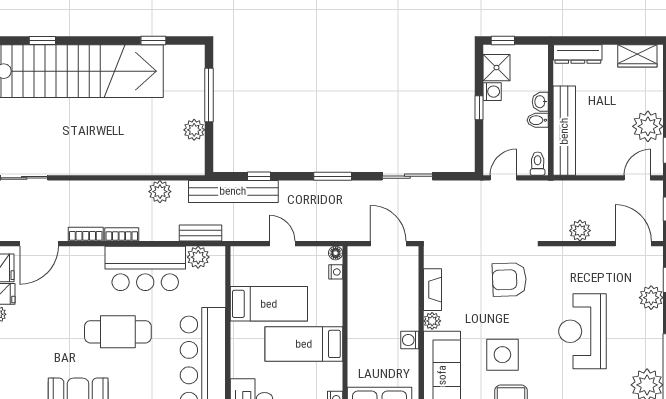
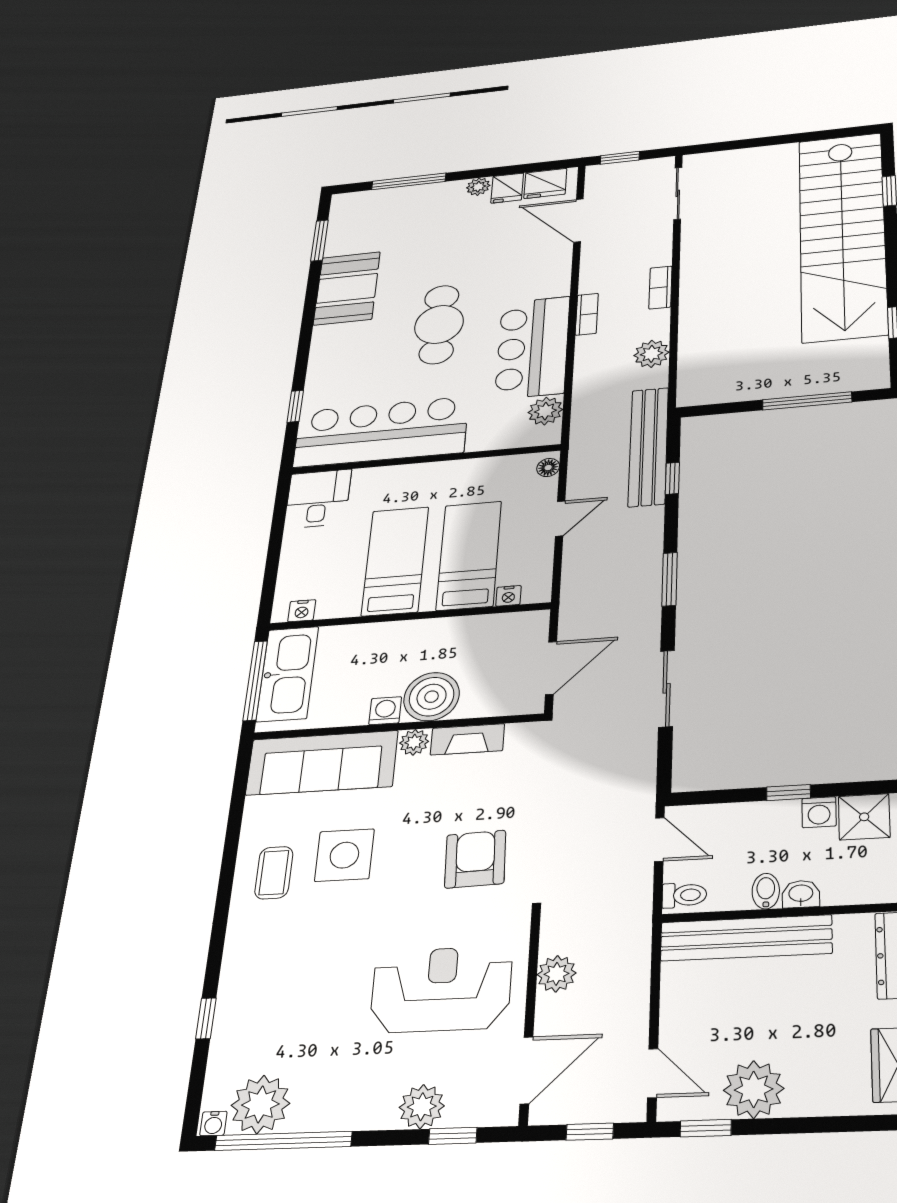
plant: (194, 130) -> (750, 387), removed
bench: (200, 233) -> (583, 411), removed
bookcase: (86, 234) -> (660, 287), moved, turned 180
floor lamp: (336, 253) -> (548, 468), moved
bed: (269, 304) -> (469, 555), moved, turned 180
boiler: (402, 313) -> (432, 697), added
reception desk: (582, 331) -> (441, 989), moved

